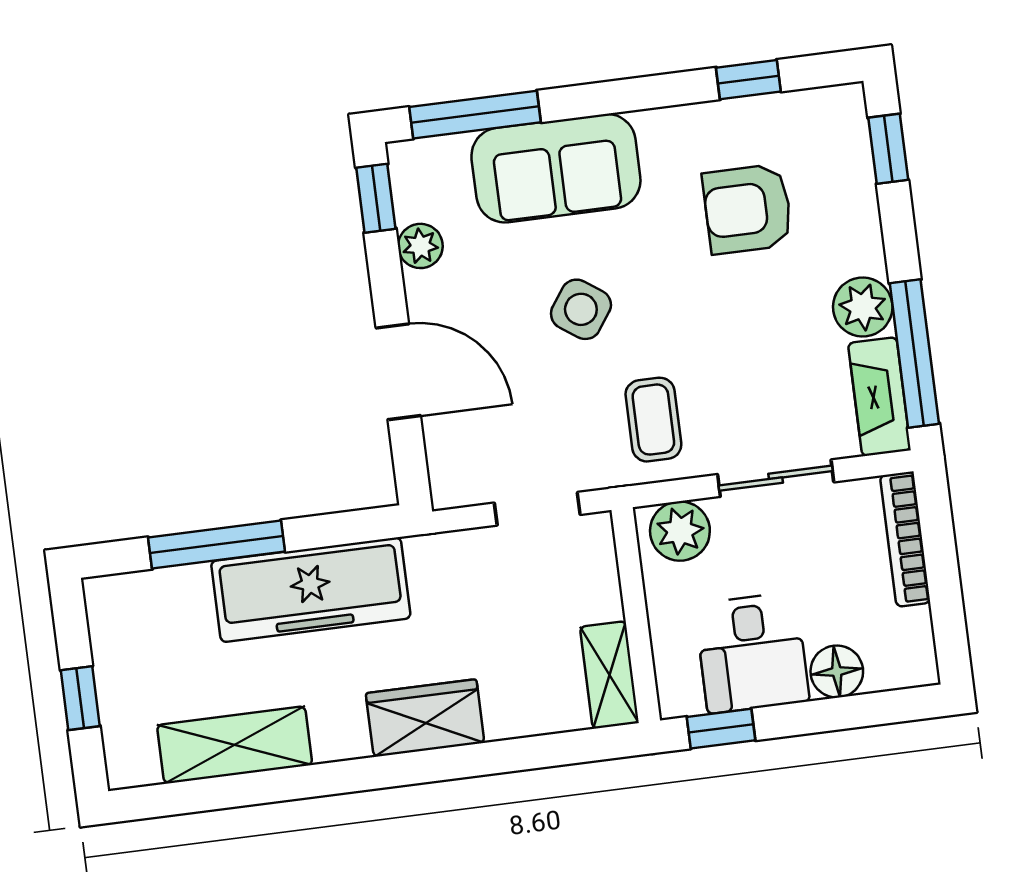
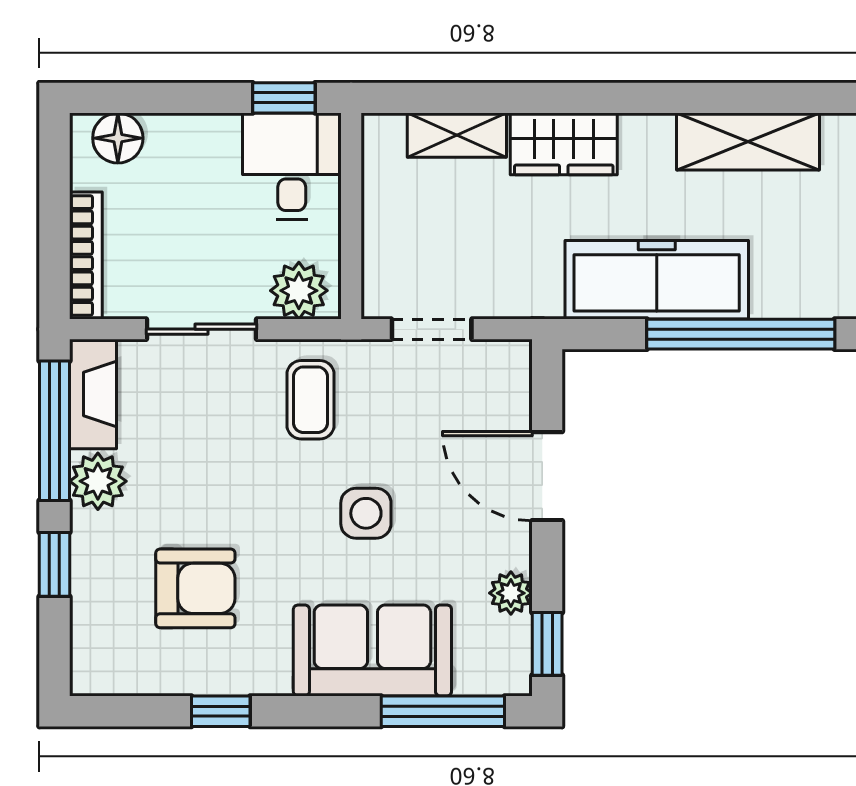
window: (748, 80) -> (221, 711), moved
window: (888, 149) -> (54, 564), moved
side table: (581, 309) -> (366, 513), turned -35
window: (217, 545) -> (741, 334), width x1.46
desk: (752, 653) -> (292, 166), moved
floor lamp: (837, 671) -> (118, 138), moved
shelving: (609, 675) -> (457, 135), moved, turned 90

